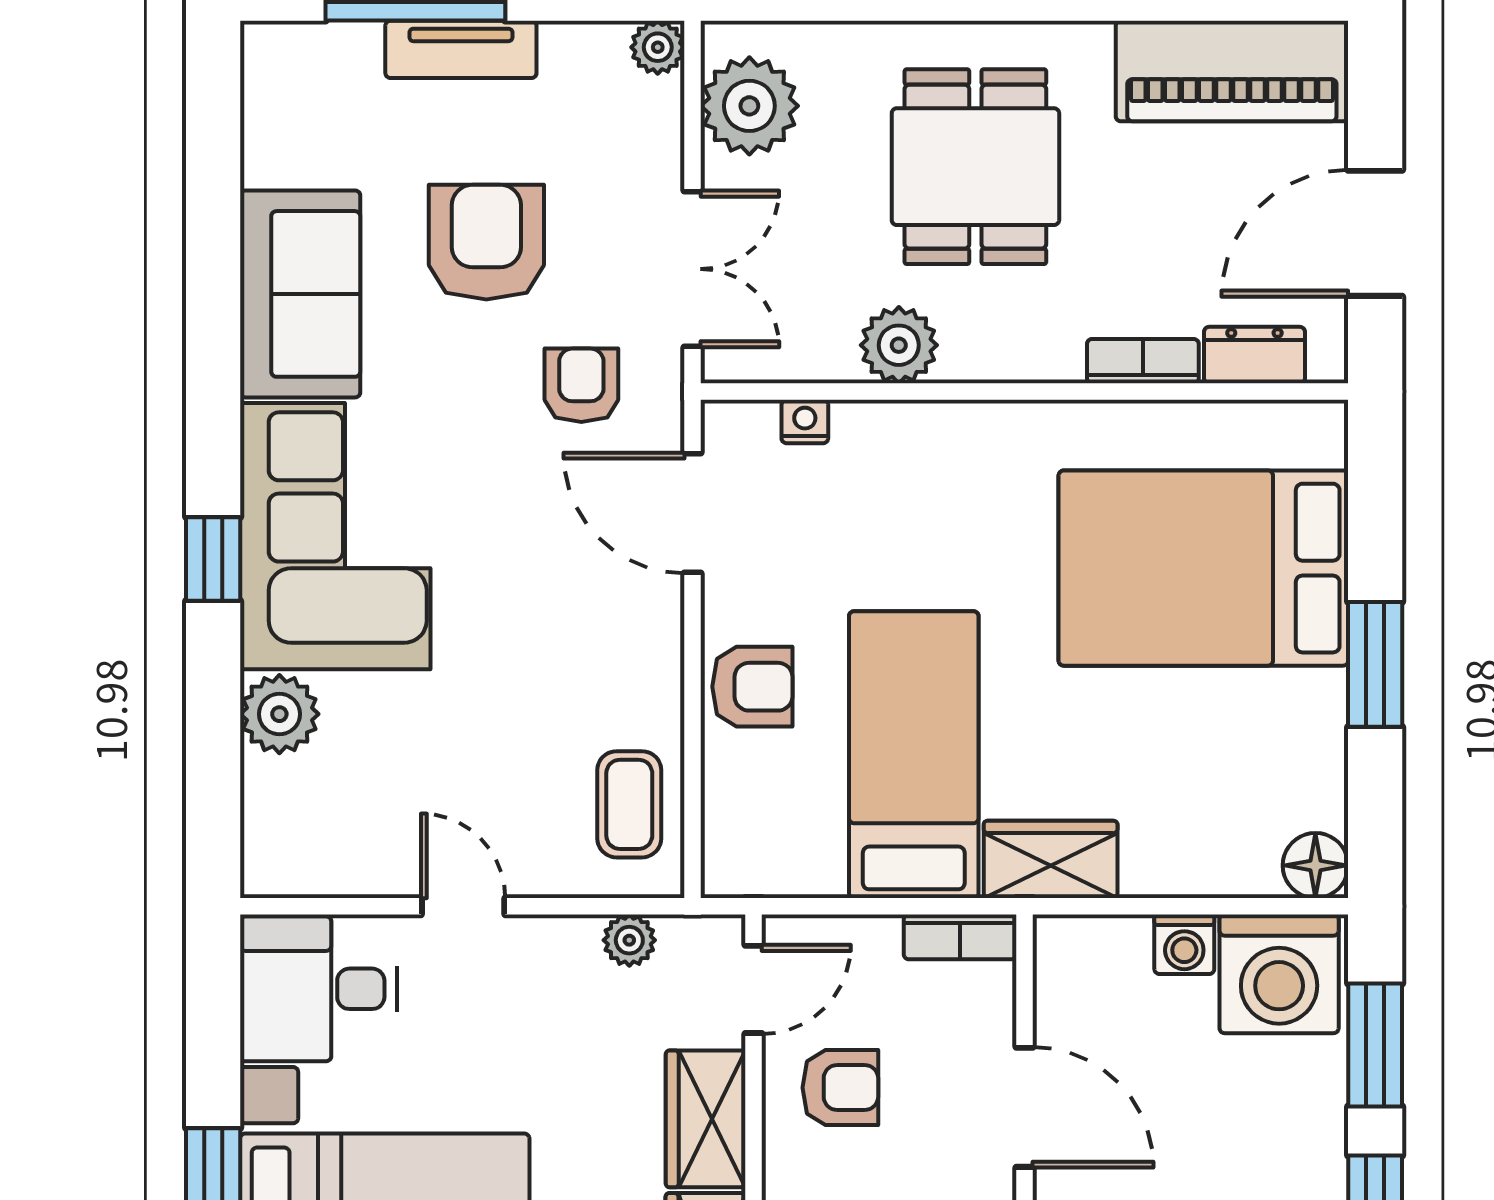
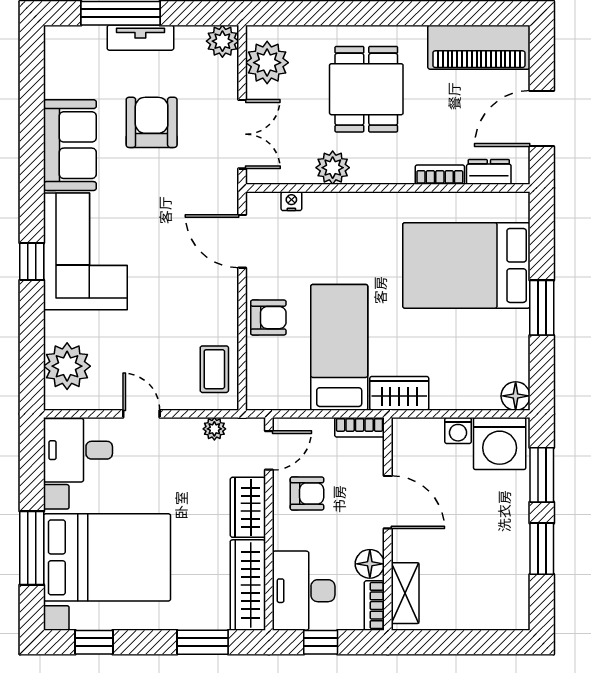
plant: (658, 47) -> (222, 41), width x1.38, depth x1.38
armchair: (581, 385) -> (193, 185), removed
plant: (279, 714) -> (67, 366), moved, width x1.36, depth x1.36

